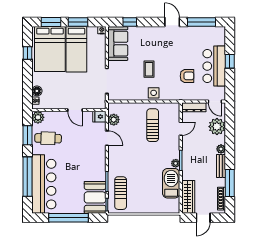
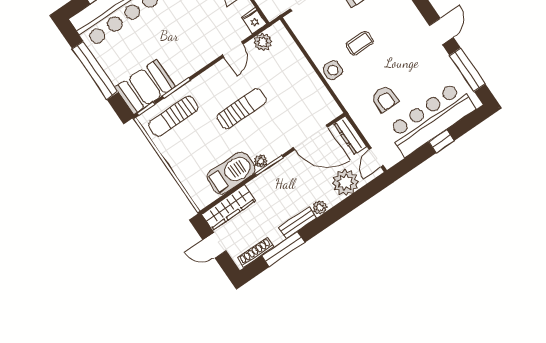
bar counter: (214, 66) -> (431, 119), width x1.36
sun lounger: (153, 125) -> (242, 109), moved
door: (181, 129) -> (310, 137), width x1.88

